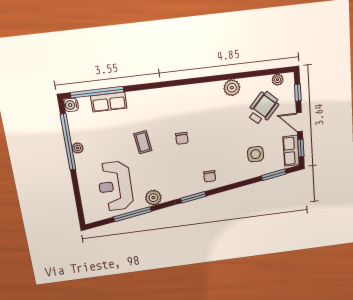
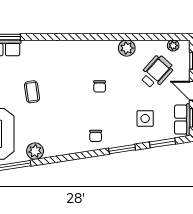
chair: (182, 138) -> (100, 86), moved
window: (193, 197) -> (122, 149), moved

